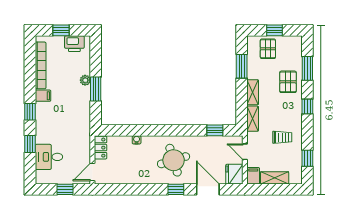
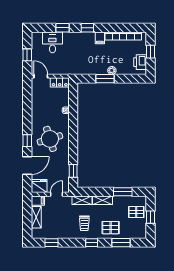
trolley: (282, 137) -> (84, 223), moved

